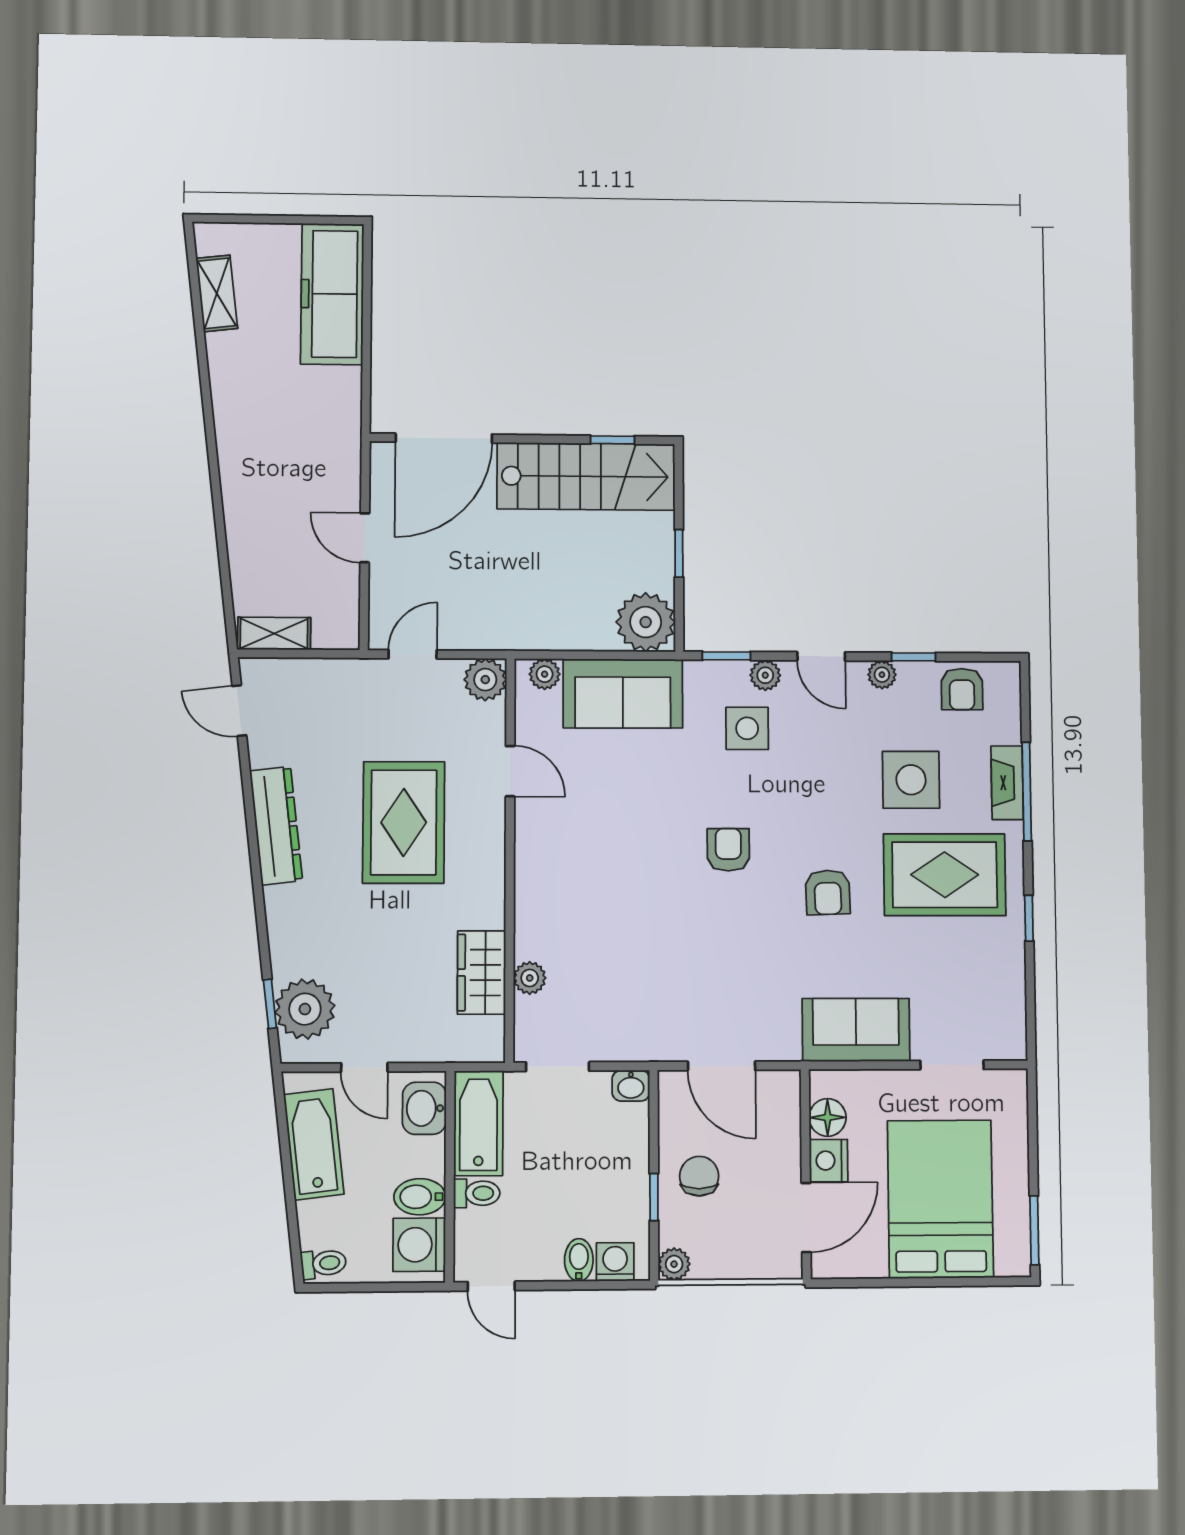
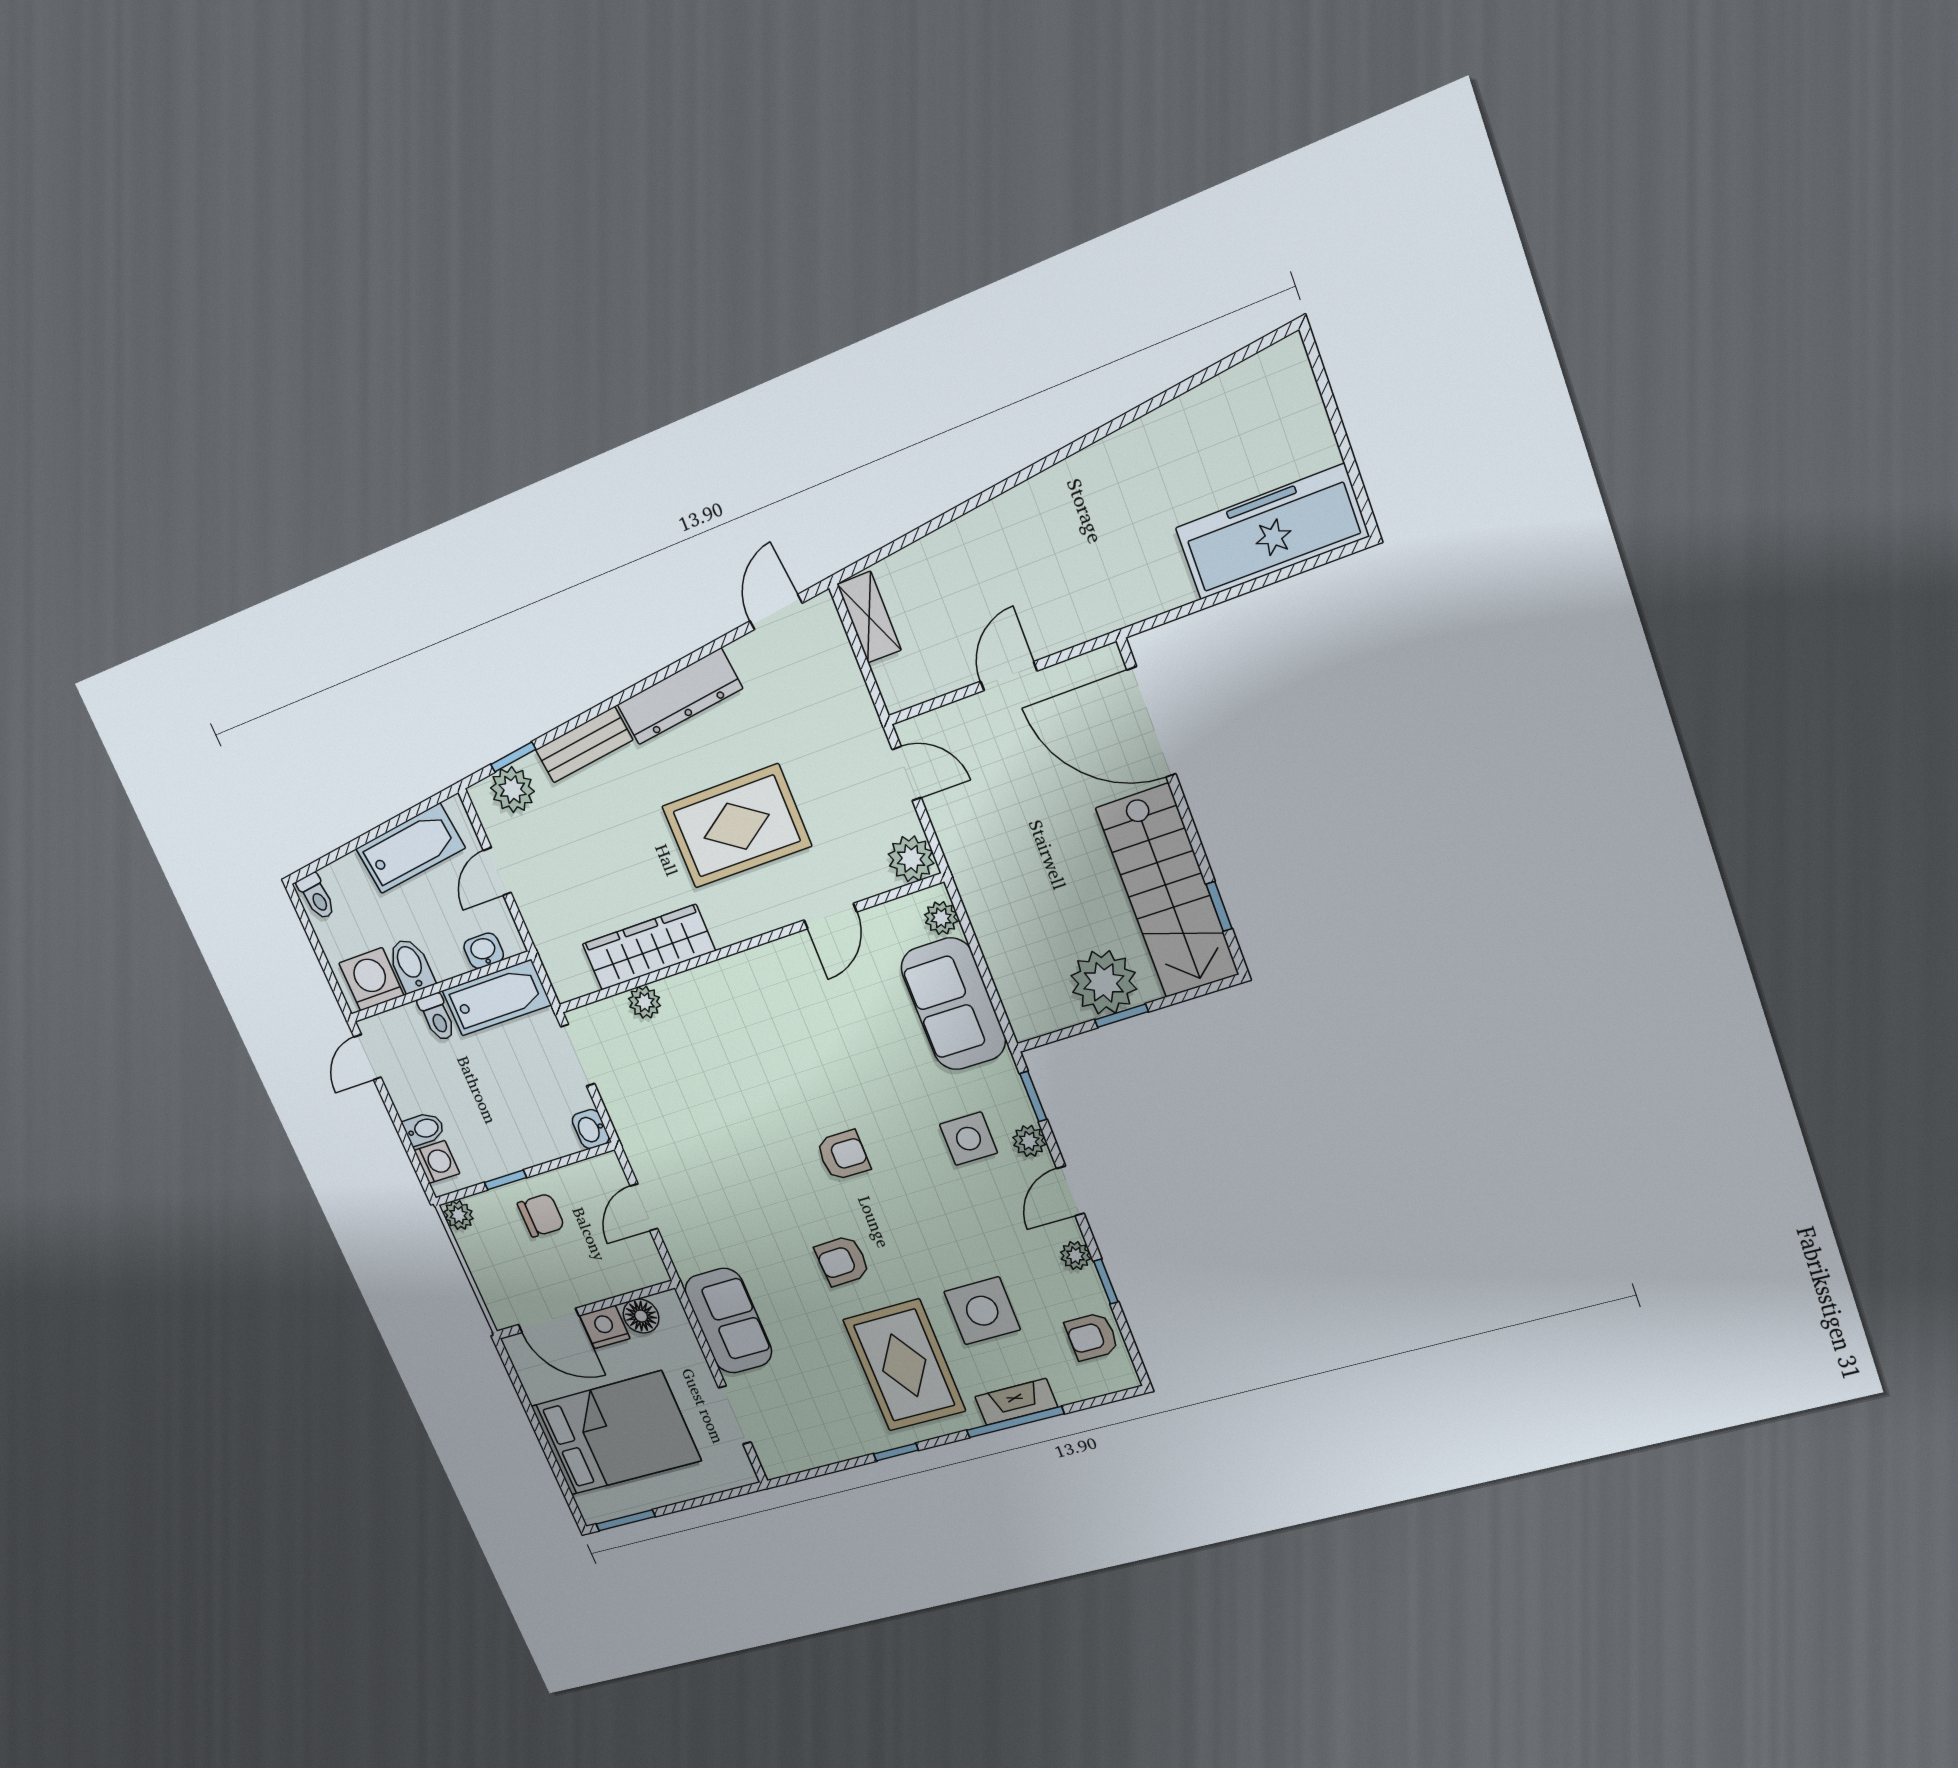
shelving: (217, 293) -> (1223, 396), removed
plant: (646, 622) -> (1104, 982), moved
bench: (284, 932) -> (584, 745), added
wardrobe: (482, 973) -> (649, 947), width x1.50
plant: (305, 1009) -> (512, 790), width x0.73, depth x0.73
door: (722, 1066) -> (644, 1207), width x0.73
washbasin: (424, 1108) -> (484, 951), width x0.72, depth x0.69

